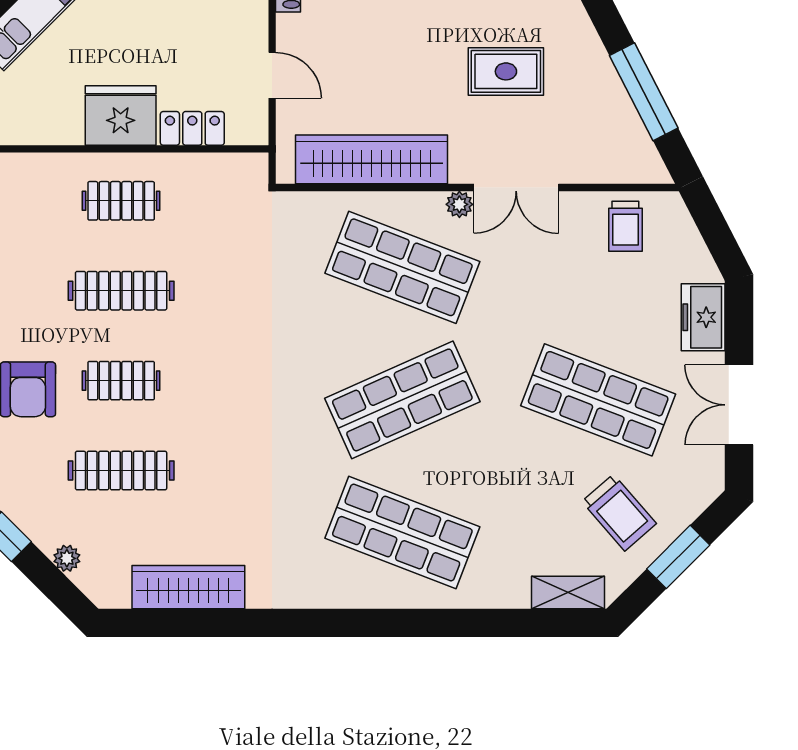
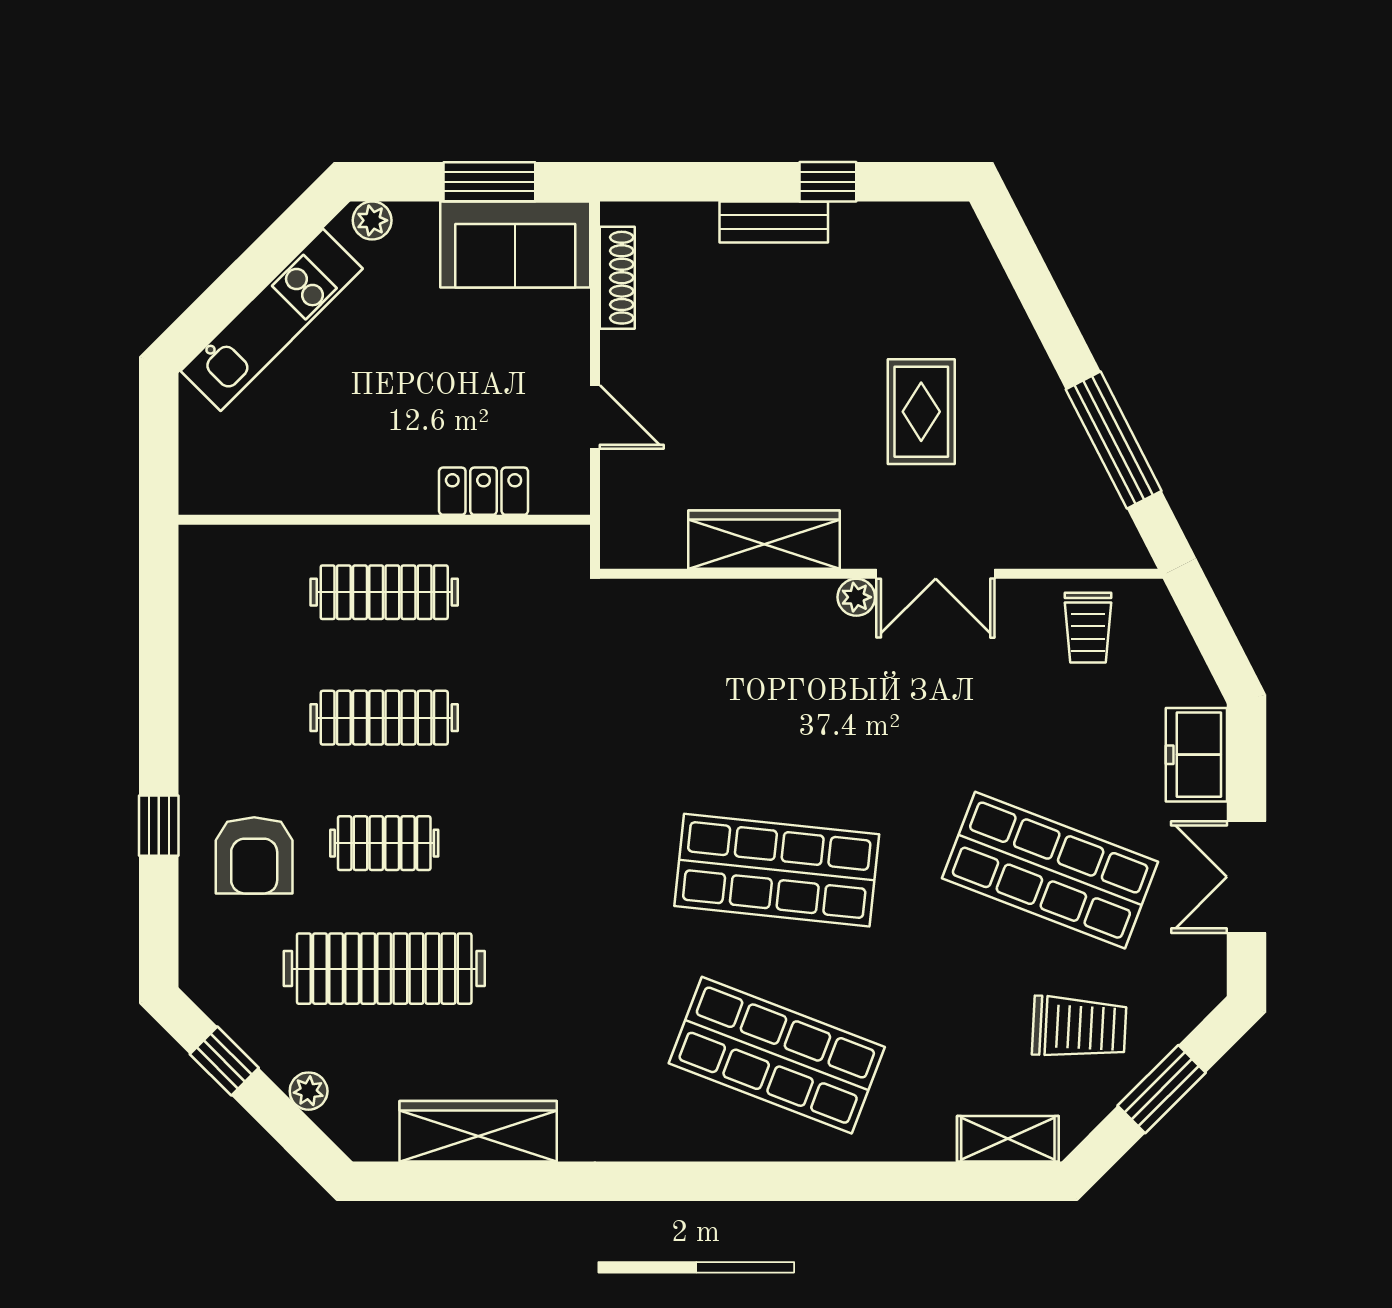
rug: (506, 71) -> (921, 412), turned 90
fridge: (121, 115) -> (384, 473), removed
wardrobe: (372, 159) -> (764, 540), width x0.71, depth x0.85
clothes rail: (121, 201) -> (384, 592), width x1.36
shop shelf: (402, 267) -> (777, 685), removed
shop shelf: (402, 400) -> (777, 870), turned 30
clothes rail: (121, 471) -> (384, 969), width x1.37, depth x1.31
trolley: (619, 513) -> (1079, 1027), turned -46

